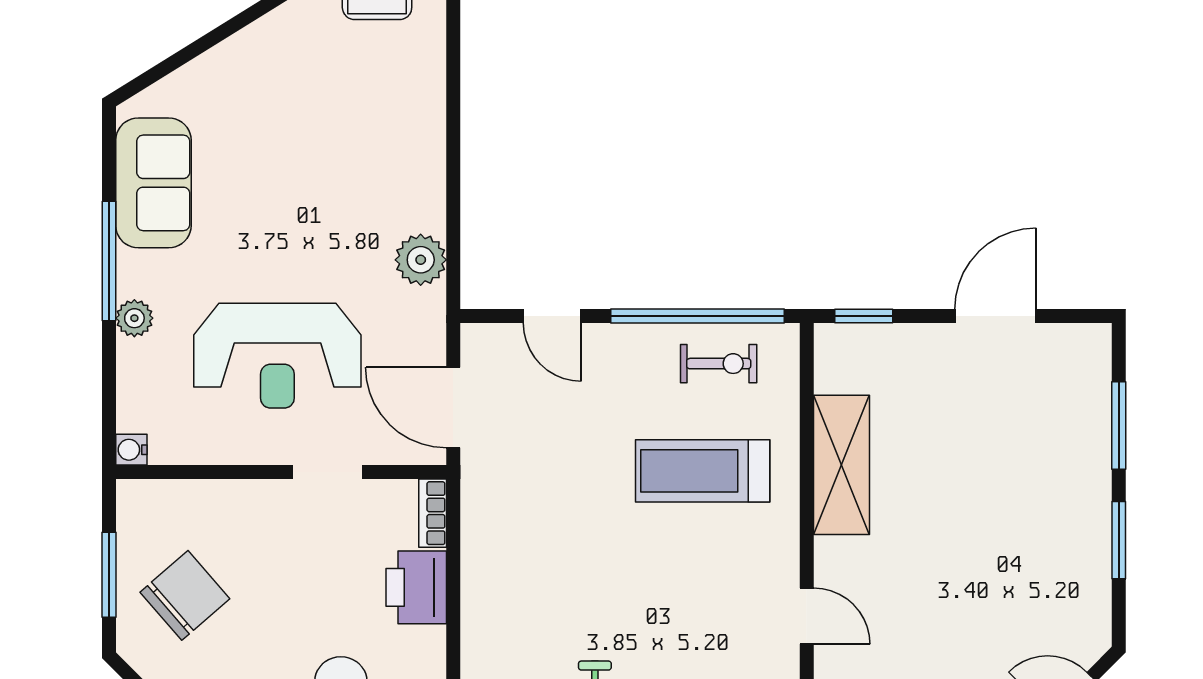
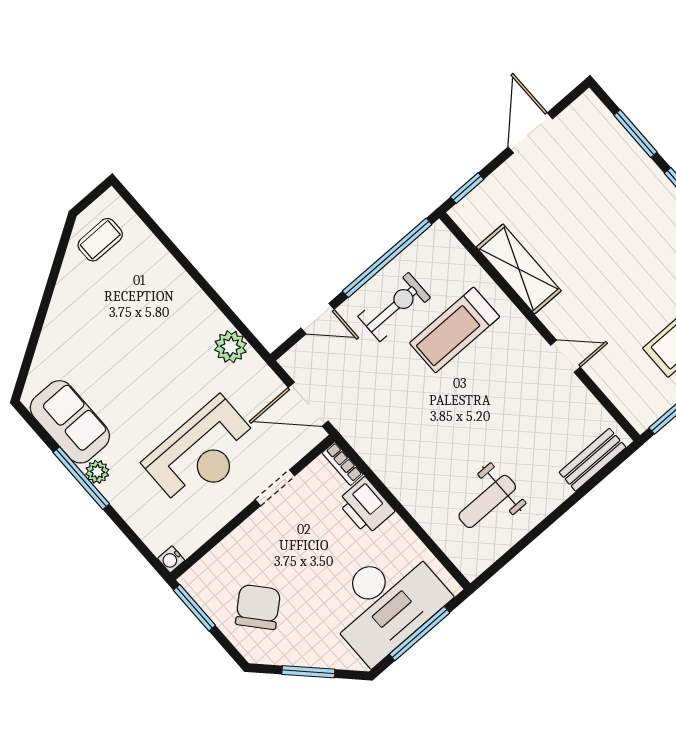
plant: (134, 318) -> (97, 472), moved
exercise bike: (719, 364) -> (394, 307), moved, width x1.38, depth x1.39
window: (109, 575) -> (194, 608), moved

